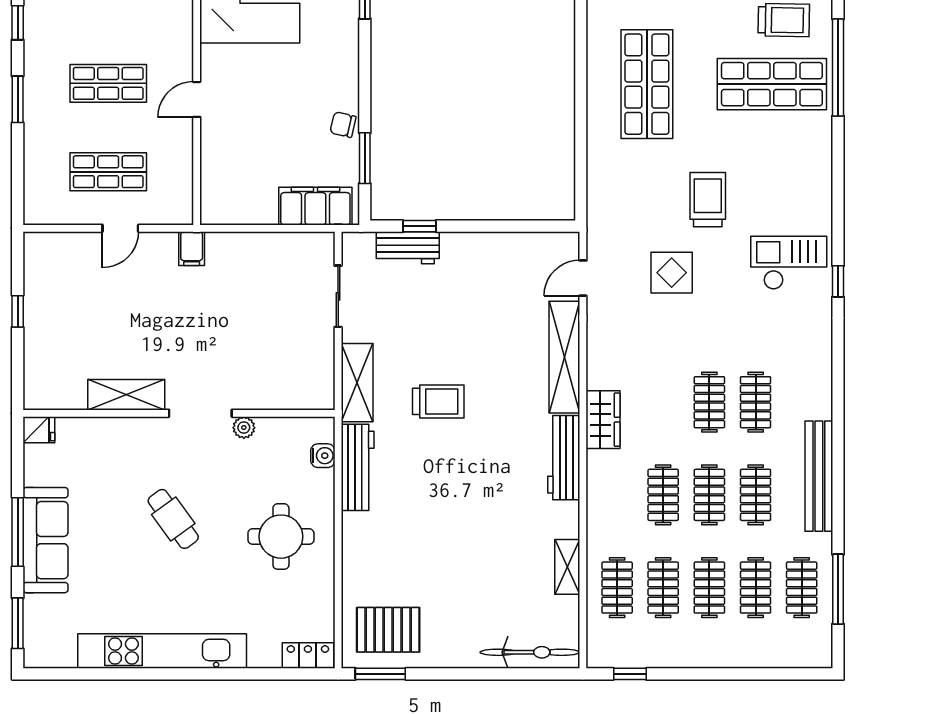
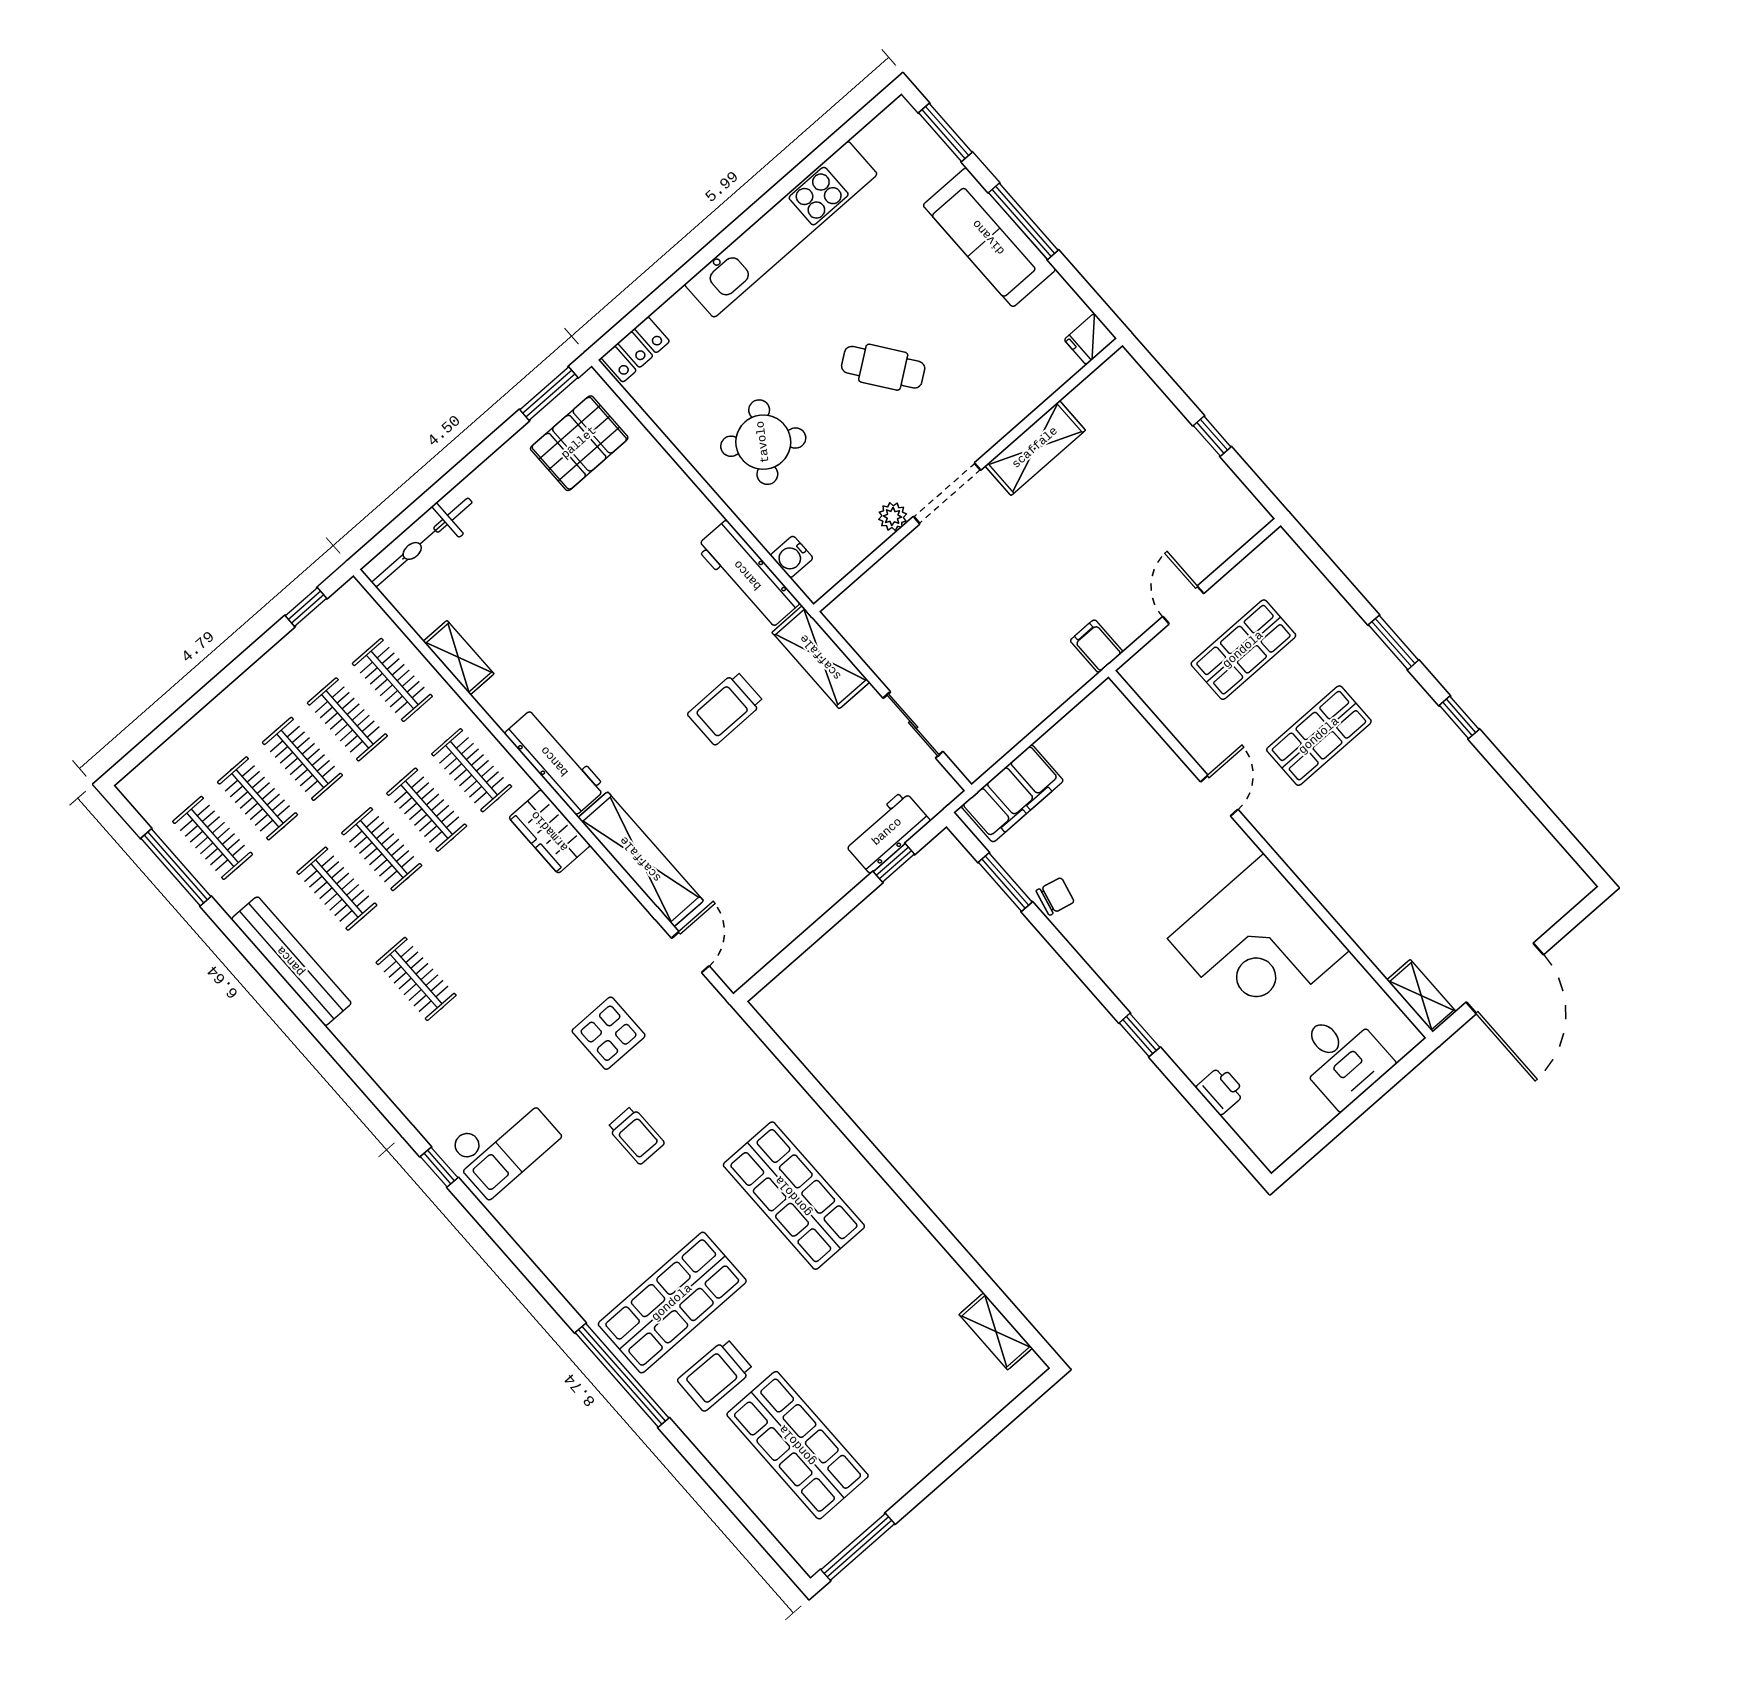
trolley: (708, 200) -> (636, 1135), width x0.73, depth x0.72
clothes rail: (709, 402) -> (472, 770), moved
round table: (281, 537) -> (763, 442), turned 34

